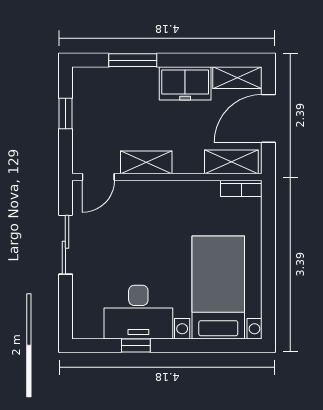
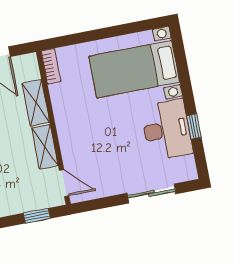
window: (65, 114) -> (37, 216), moved
shelving: (231, 162) -> (36, 103), moved
sliding door: (65, 245) -> (152, 193), moved

